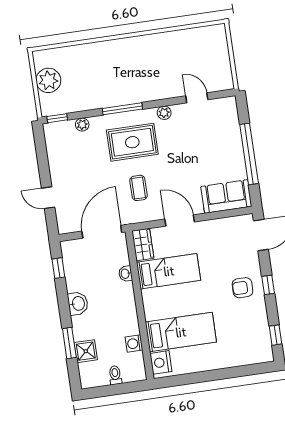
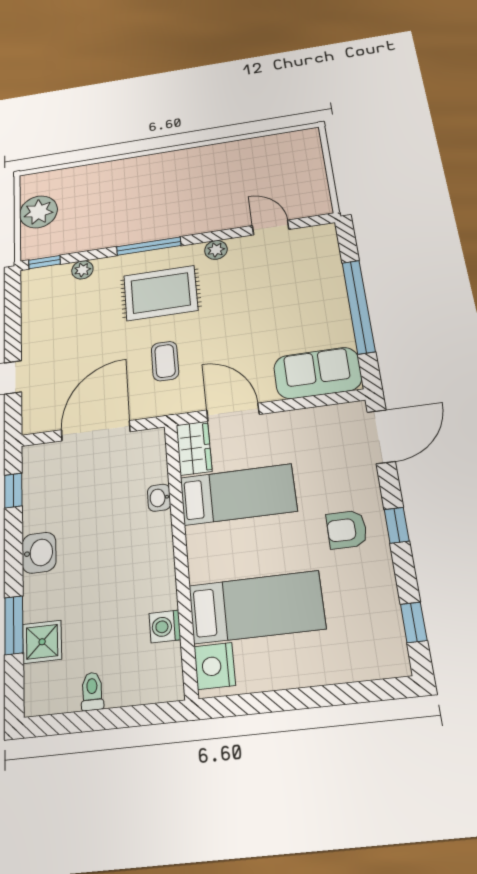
wardrobe: (143, 245) -> (194, 448), moved
bed: (169, 271) -> (238, 494), moved
washbasin: (125, 274) -> (159, 498), moved
wall: (140, 305) -> (181, 555), moved
bed: (181, 332) -> (256, 607), moved
washing machine: (134, 343) -> (165, 626), moved
nightstand: (161, 362) -> (215, 666), moved

